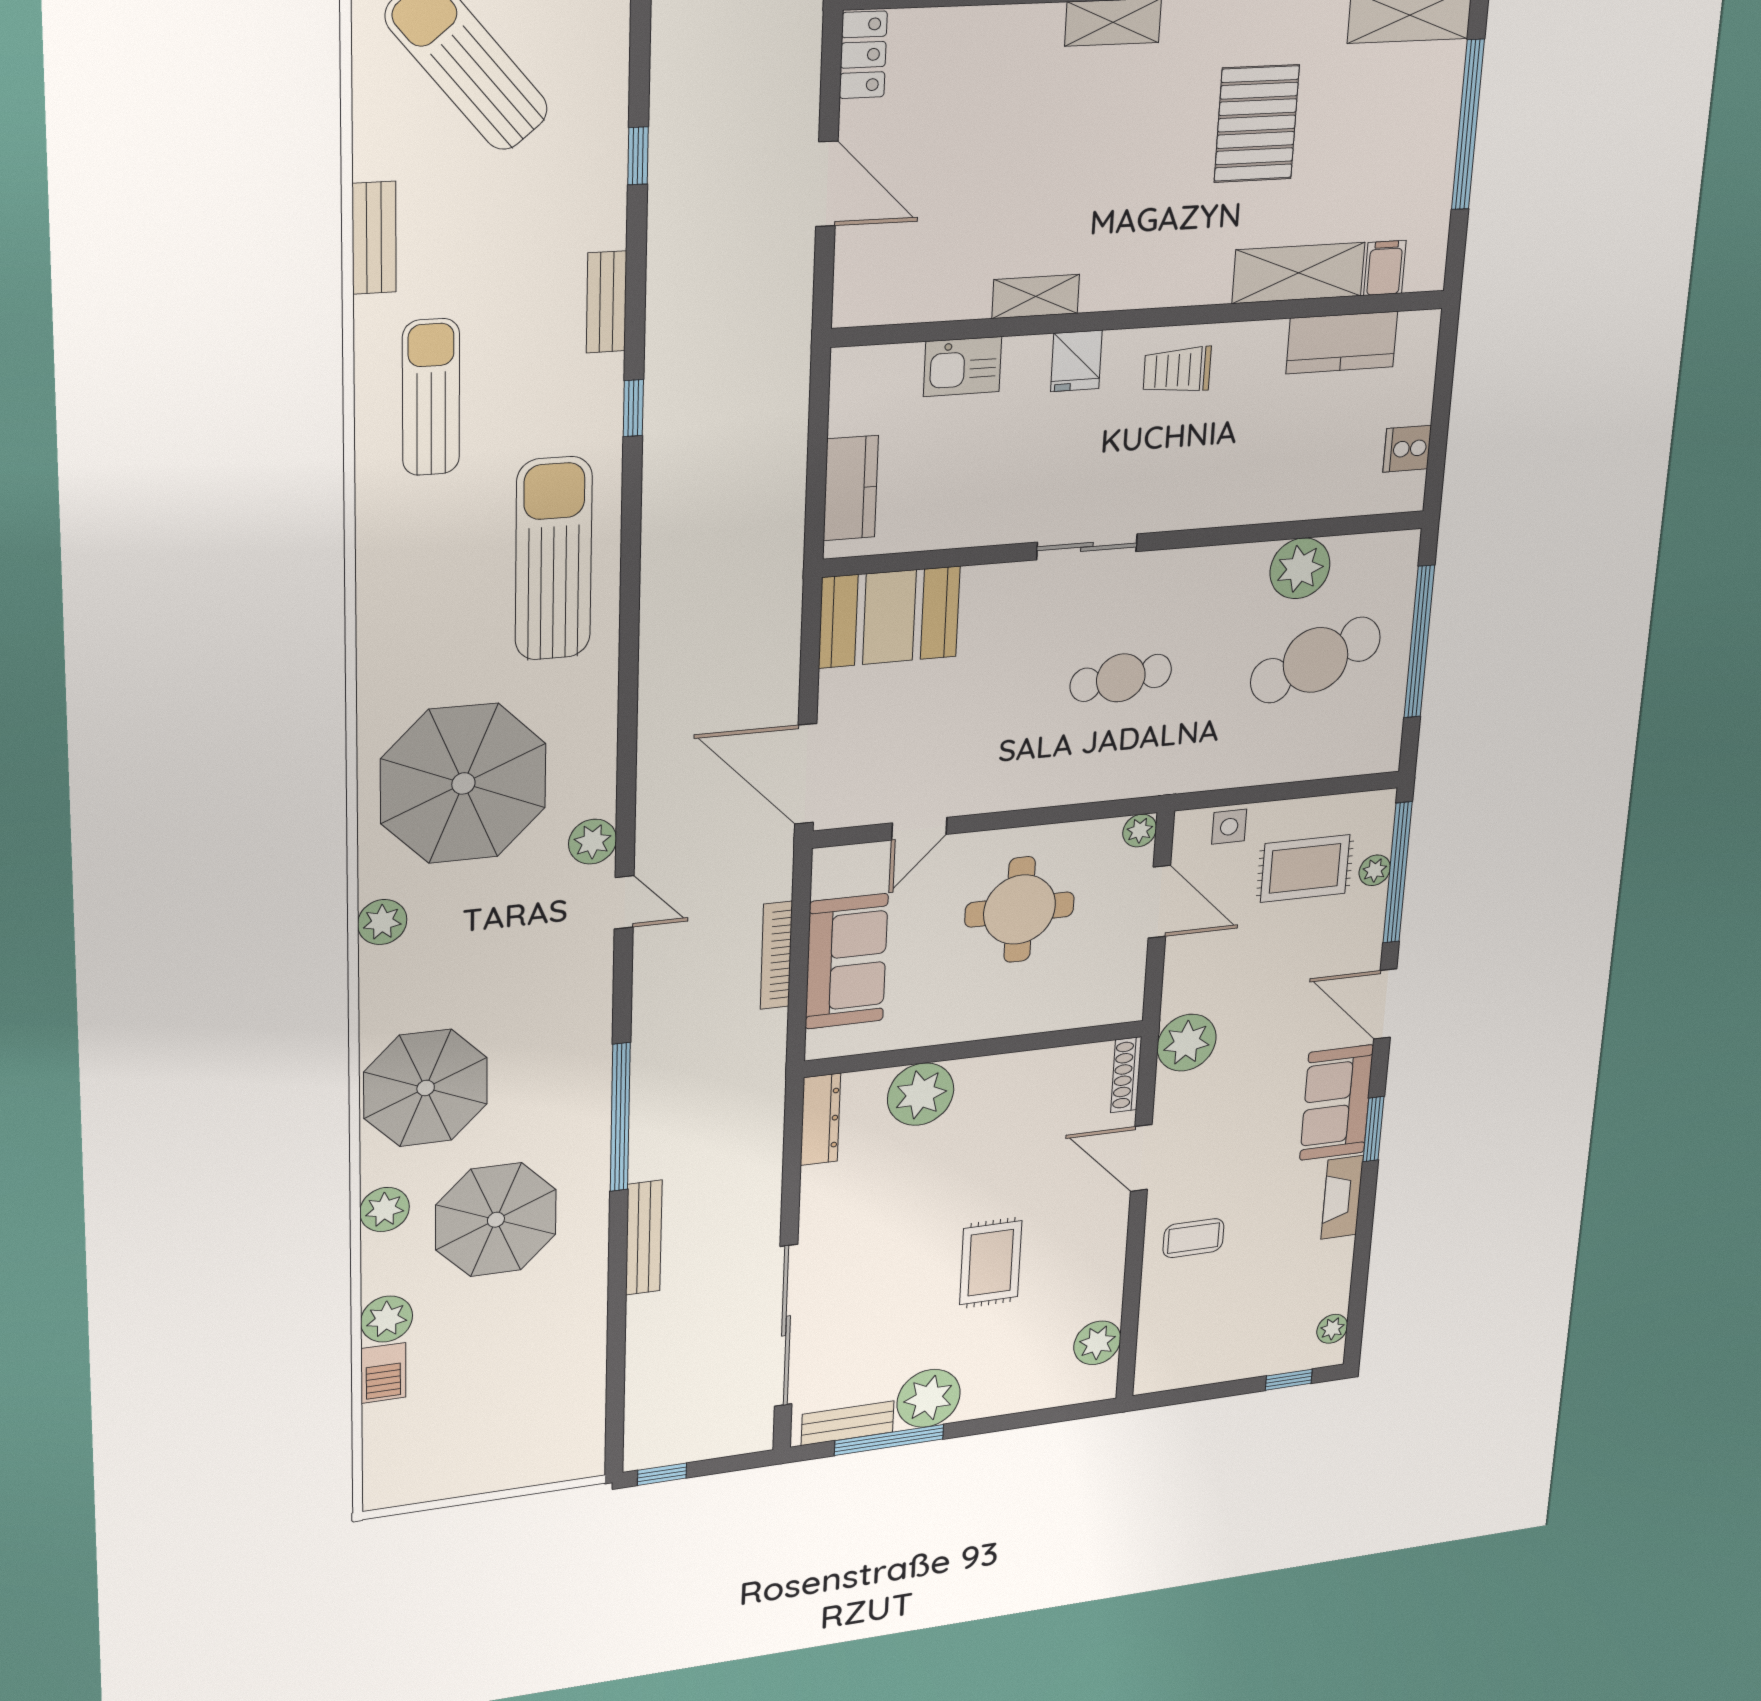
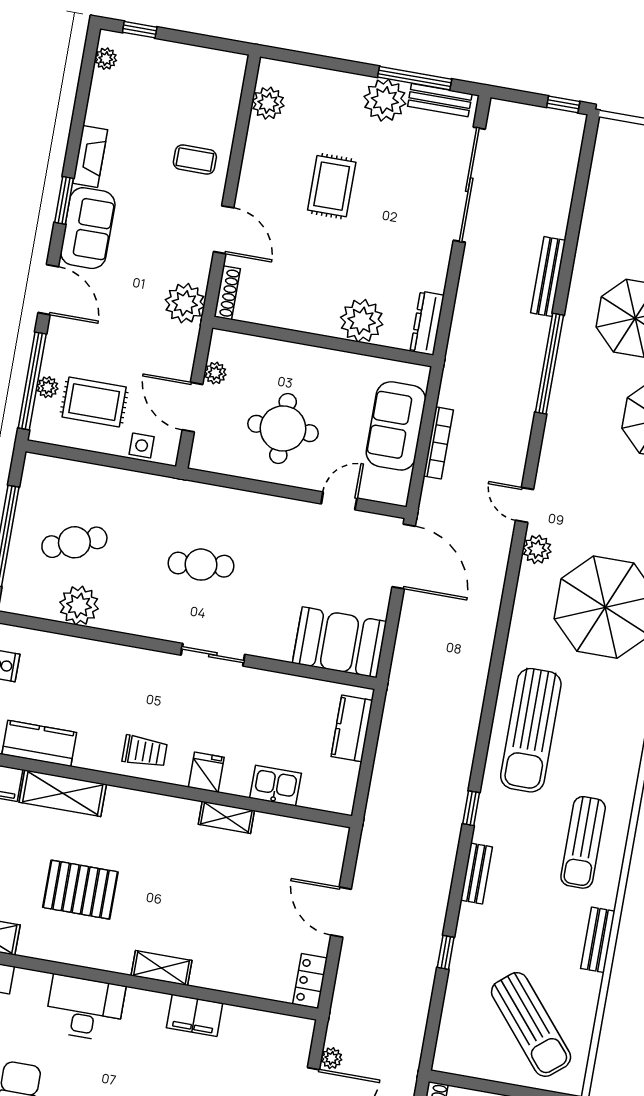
pallet: (1257, 124) -> (80, 890), turned 90
cafe table: (1316, 660) -> (74, 542), width x0.73, depth x0.74
plant: (1140, 831) -> (215, 373), moved

